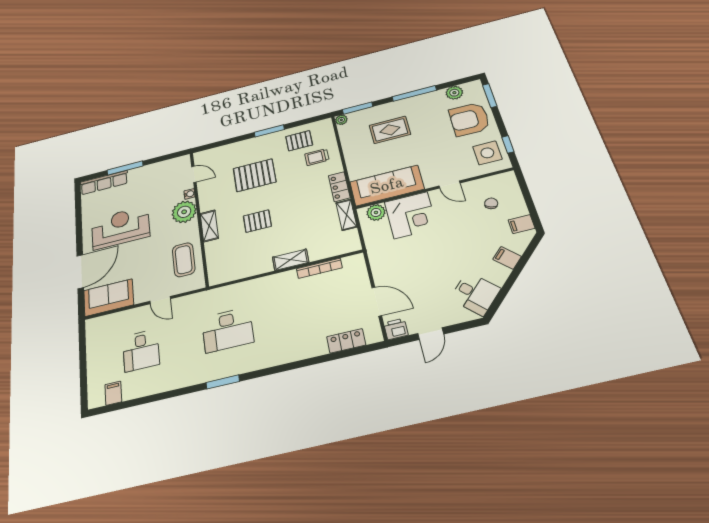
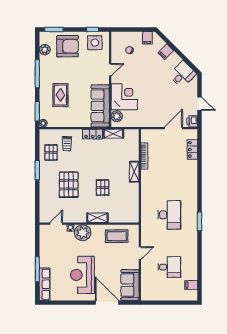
armchair: (469, 119) -> (68, 46), turned -91

